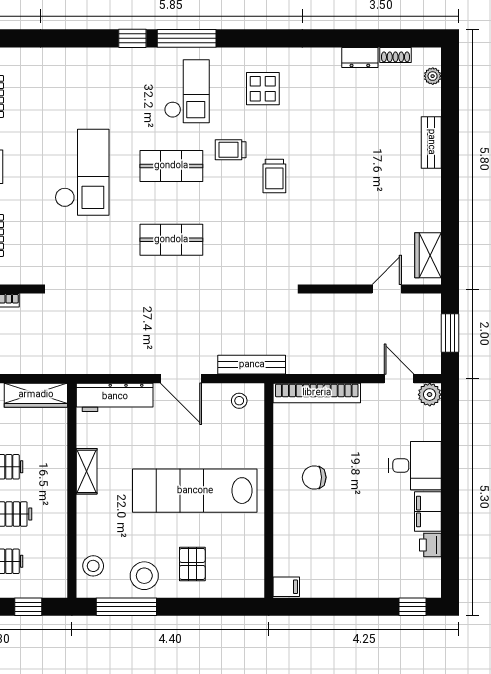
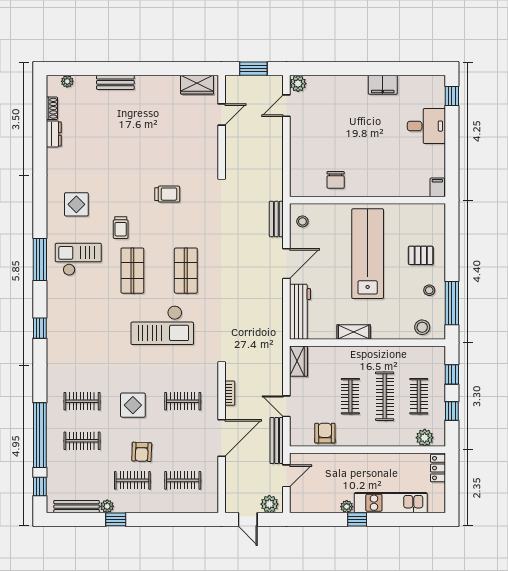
window: (132, 38) -> (40, 328), moved
checkout: (82, 172) -> (162, 325), moved, turned 180
trolley: (274, 176) -> (167, 194), moved
door: (387, 289) -> (222, 115), swing flipped
bench: (252, 365) -> (276, 219), width x0.73
bookcase: (317, 393) -> (297, 165), removed
wardrobe: (36, 395) -> (298, 361), width x0.67
desk: (415, 466) -> (426, 126), moved, turned 90
chair: (314, 477) -> (336, 180), moved
lab bench: (195, 491) -> (368, 254), turned 180
printer: (430, 545) -> (407, 83), removed
stool: (144, 576) -> (429, 290), width x0.53, depth x0.53

